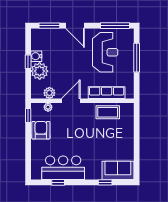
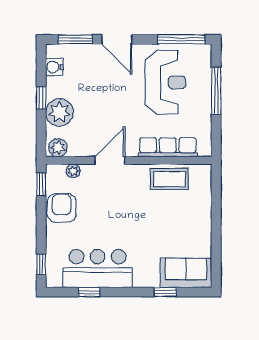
water cooler: (36, 56) -> (54, 67), moved
plant: (49, 93) -> (58, 148), moved
window: (28, 165) -> (41, 264), added

